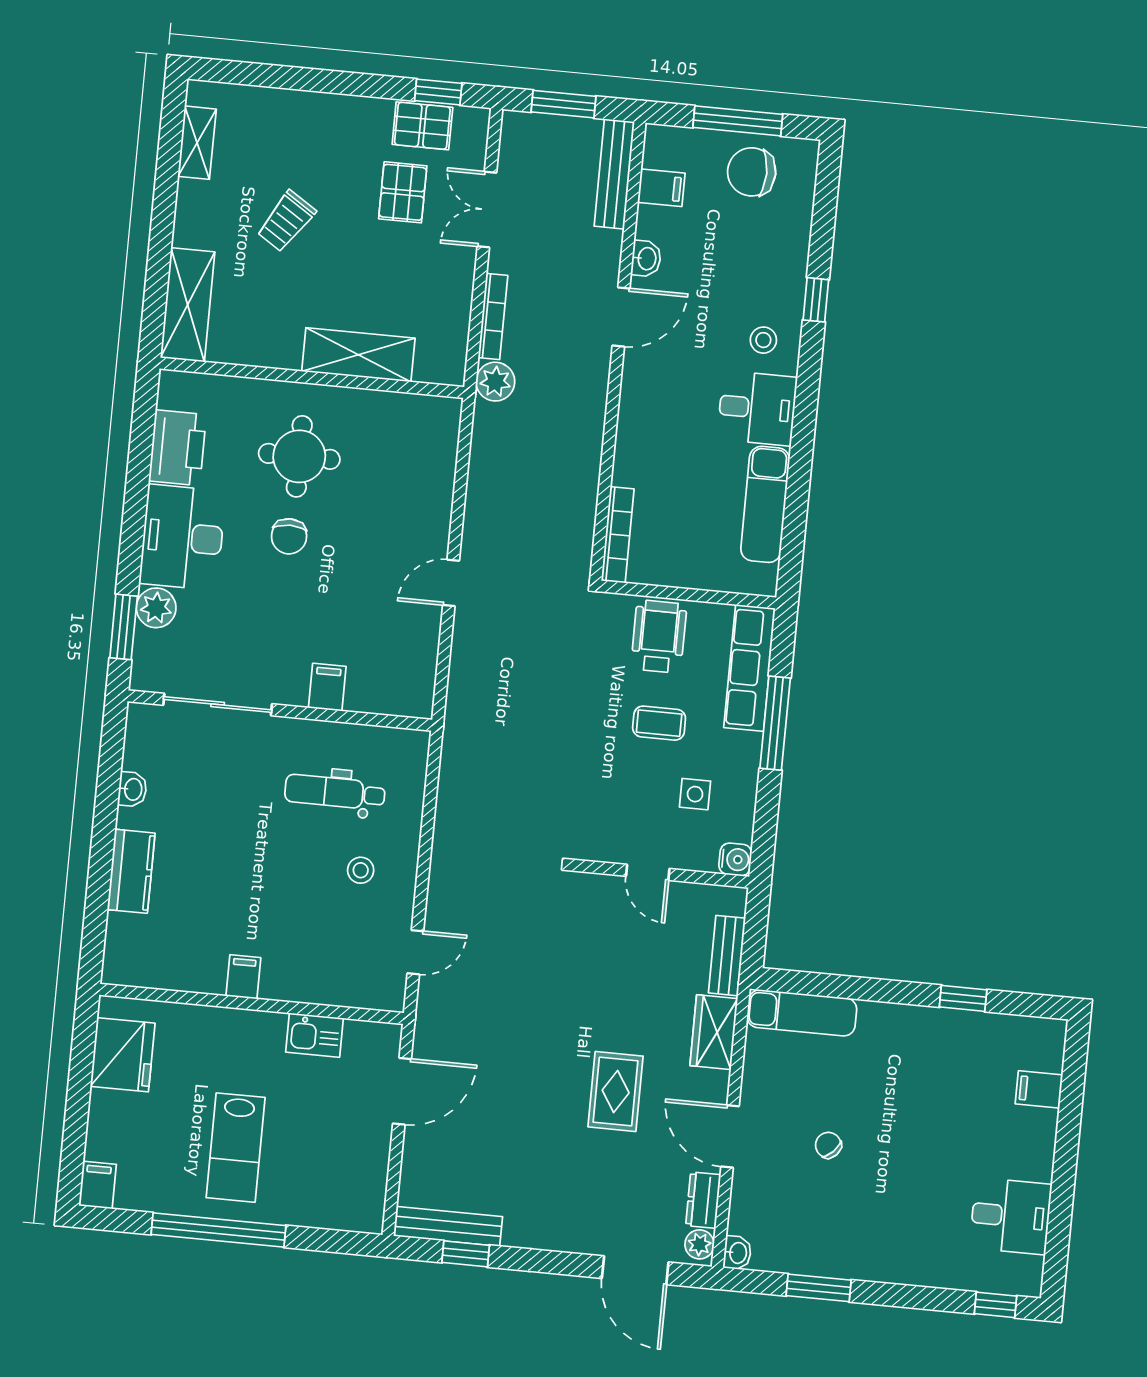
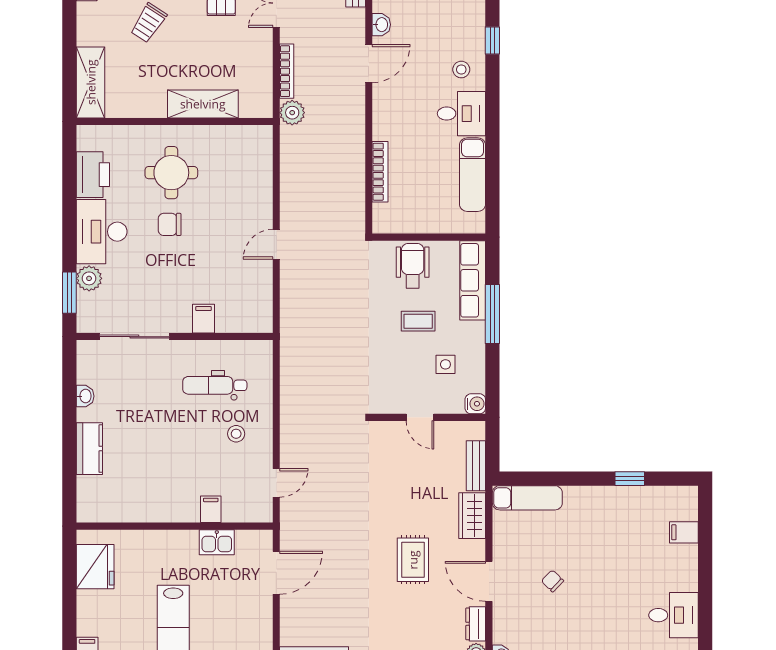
bookcase: (618, 535) -> (380, 172), moved
chair: (289, 536) -> (170, 224), turned 90
filing cabinet: (243, 977) -> (211, 509), moved

